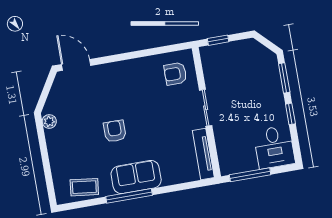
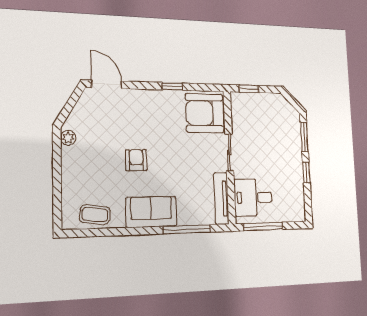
window: (139, 54) -> (172, 86), added
armchair: (175, 74) -> (205, 113), width x1.88, depth x1.88
desk: (274, 147) -> (253, 197), moved, turned 90
window: (129, 196) -> (187, 229), moved

